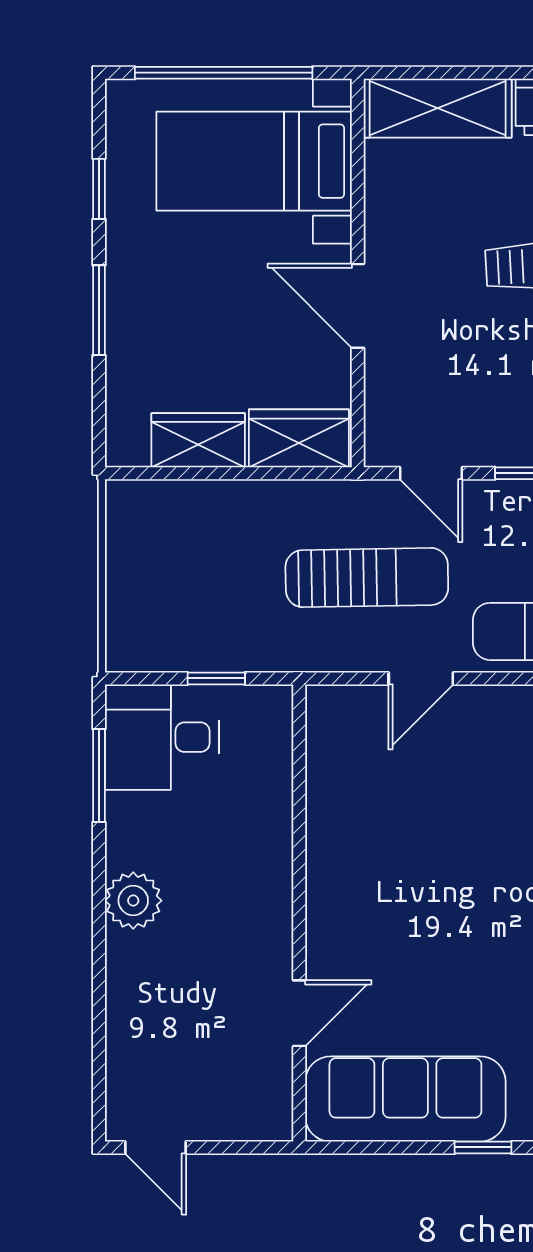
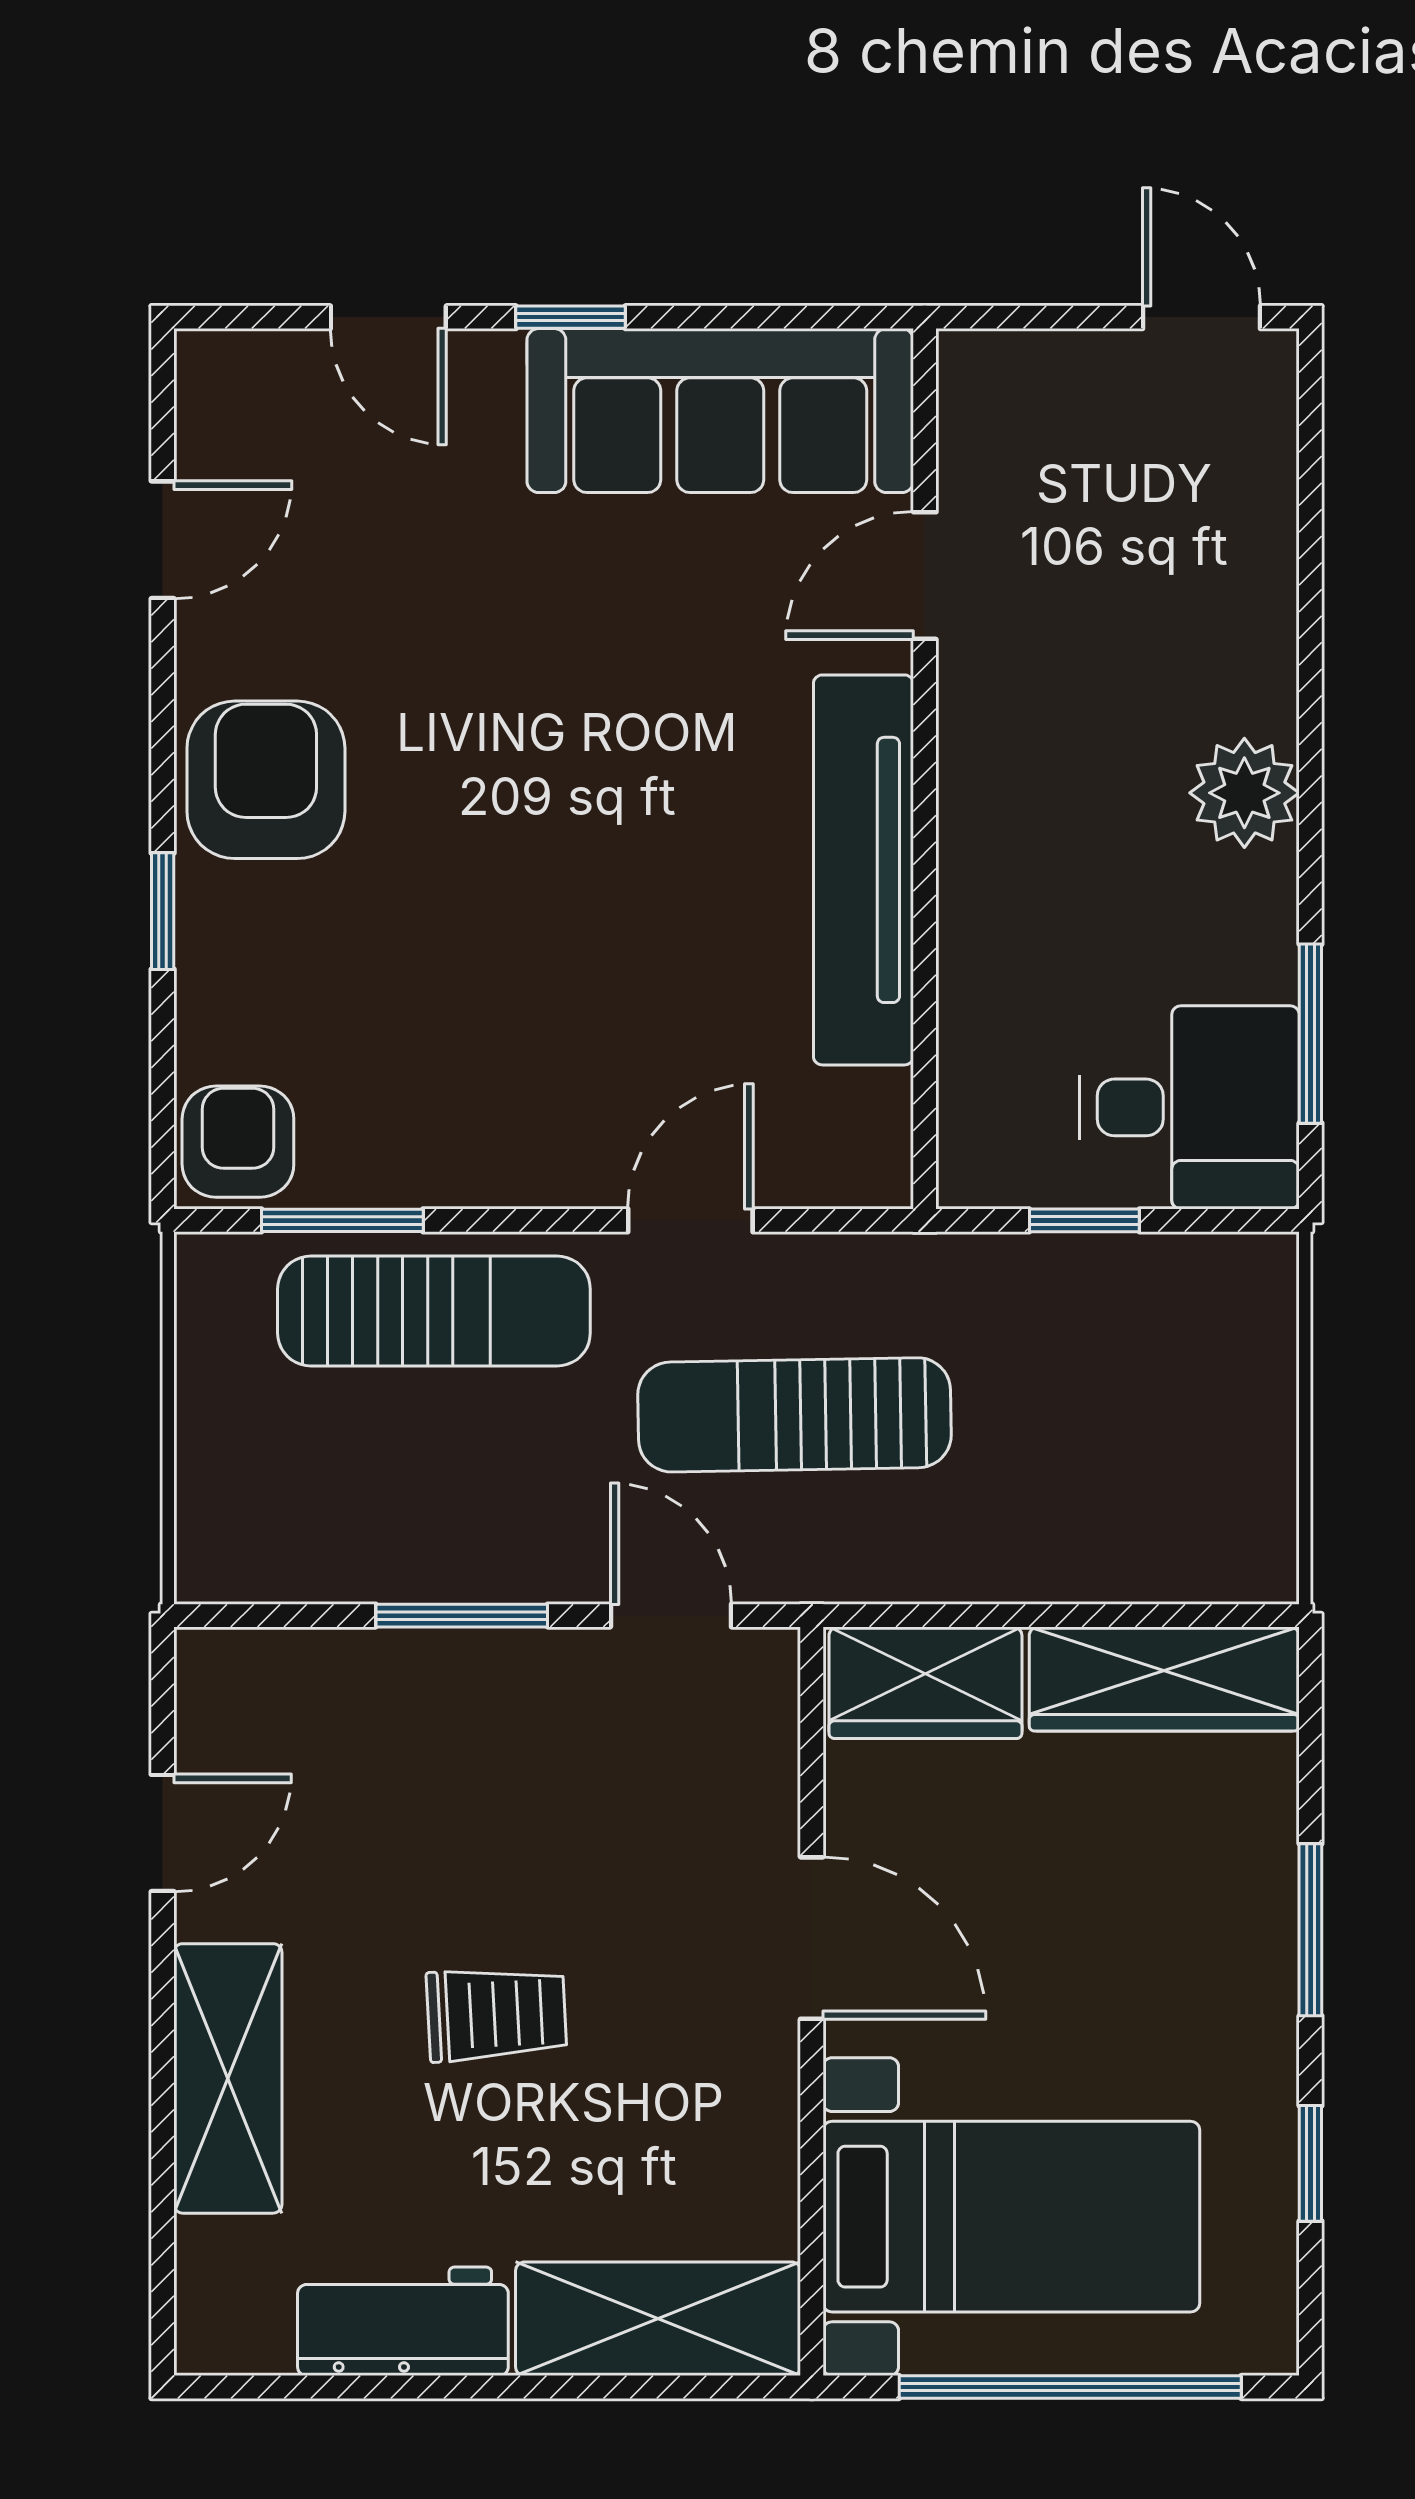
wardrobe: (198, 440) -> (1164, 1679), width x1.50
tv unit: (331, 860) -> (863, 870), added

